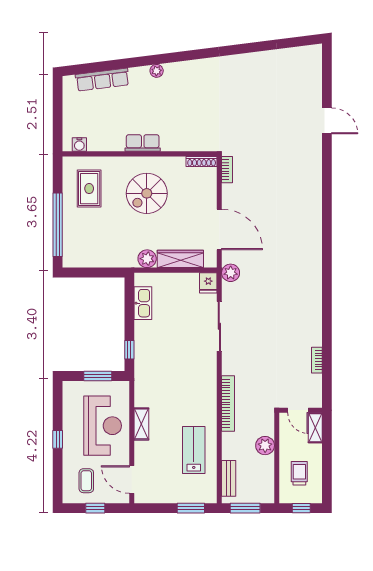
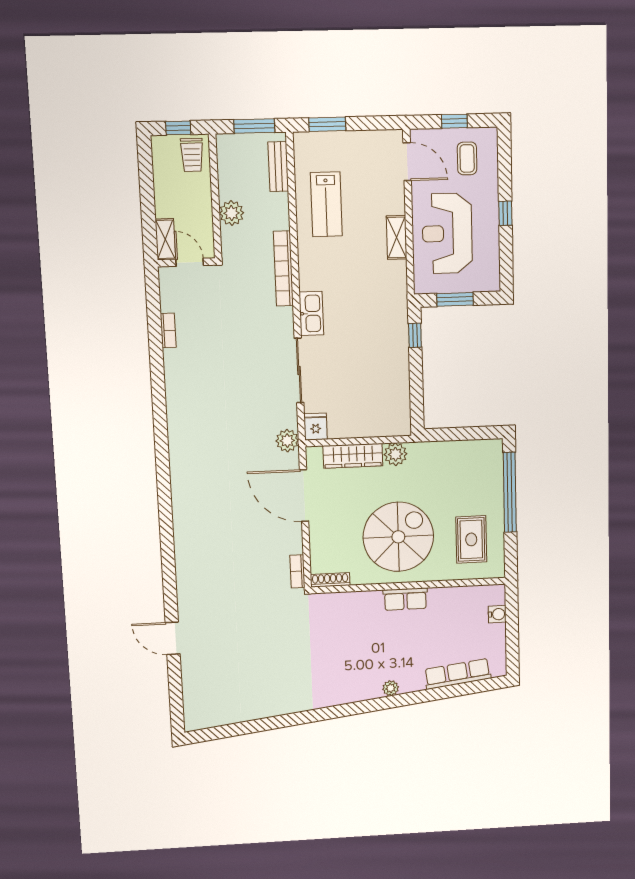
water cooler: (79, 145) -> (497, 614), moved, turned 90
spiral stairs: (147, 193) -> (398, 537), width x1.37, depth x1.37
kitchen sink: (143, 303) -> (311, 313), moved, turned 180
trolley: (299, 473) -> (192, 155), moved

